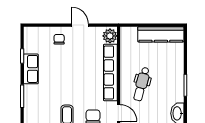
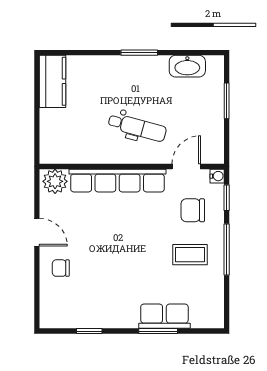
door: (80, 25) -> (37, 232), swing flipped
kitchen counter: (161, 34) -> (52, 81), width x0.67
row of seats: (31, 69) -> (164, 316), moved

